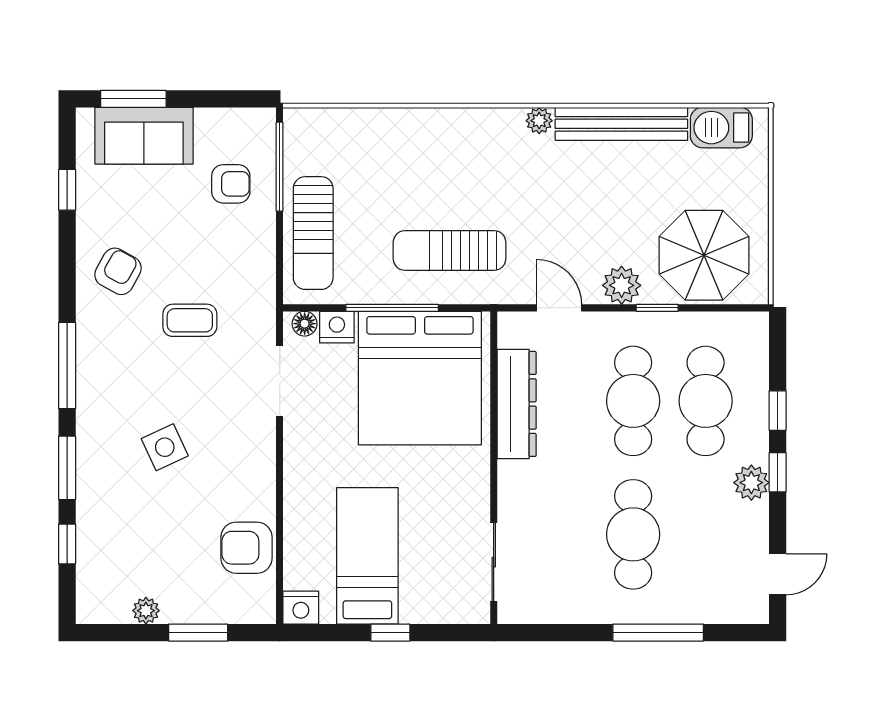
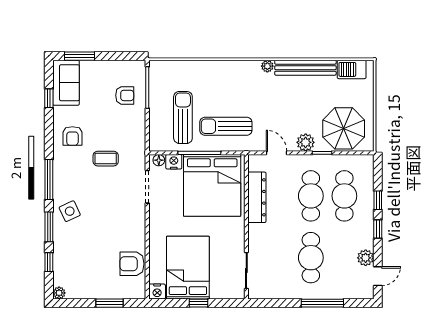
sofa: (144, 136) -> (66, 83), moved, turned -90
sun lounger: (313, 233) -> (183, 117), moved, turned 180
armchair: (118, 271) -> (72, 136), turned 151
side table: (165, 447) -> (70, 211), moved
plant: (751, 483) -> (366, 258), moved
bed: (367, 556) -> (188, 268), width x1.50
plant: (146, 611) -> (59, 293), moved

